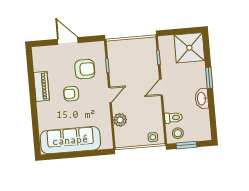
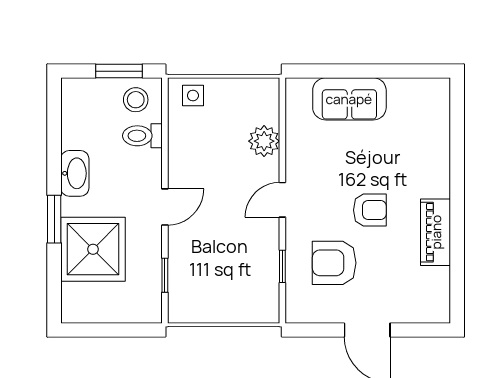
shower: (189, 48) -> (93, 249), moved
sofa: (70, 140) -> (349, 99), width x0.54, depth x0.79

